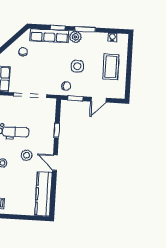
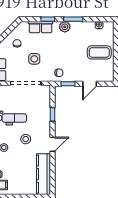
row of seats: (49, 36) -> (41, 27), width x0.68
side table: (77, 66) -> (34, 59), moved
coffee table: (111, 67) -> (99, 52), turned 90
door: (55, 163) -> (52, 144), swing flipped

